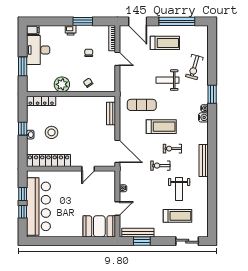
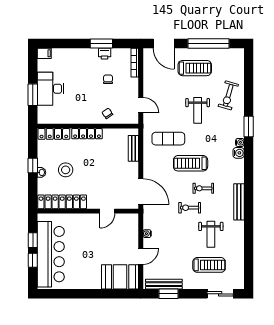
printer: (71, 30) -> (105, 54), moved
desk: (38, 50) -> (50, 89), moved
door: (117, 59) -> (141, 105), moved
weight bench: (167, 80) -> (198, 110), turned -90
plant: (62, 84) -> (77, 115), removed
locker: (70, 101) -> (87, 134), added
treadmill: (161, 127) -> (191, 163), turned 180

